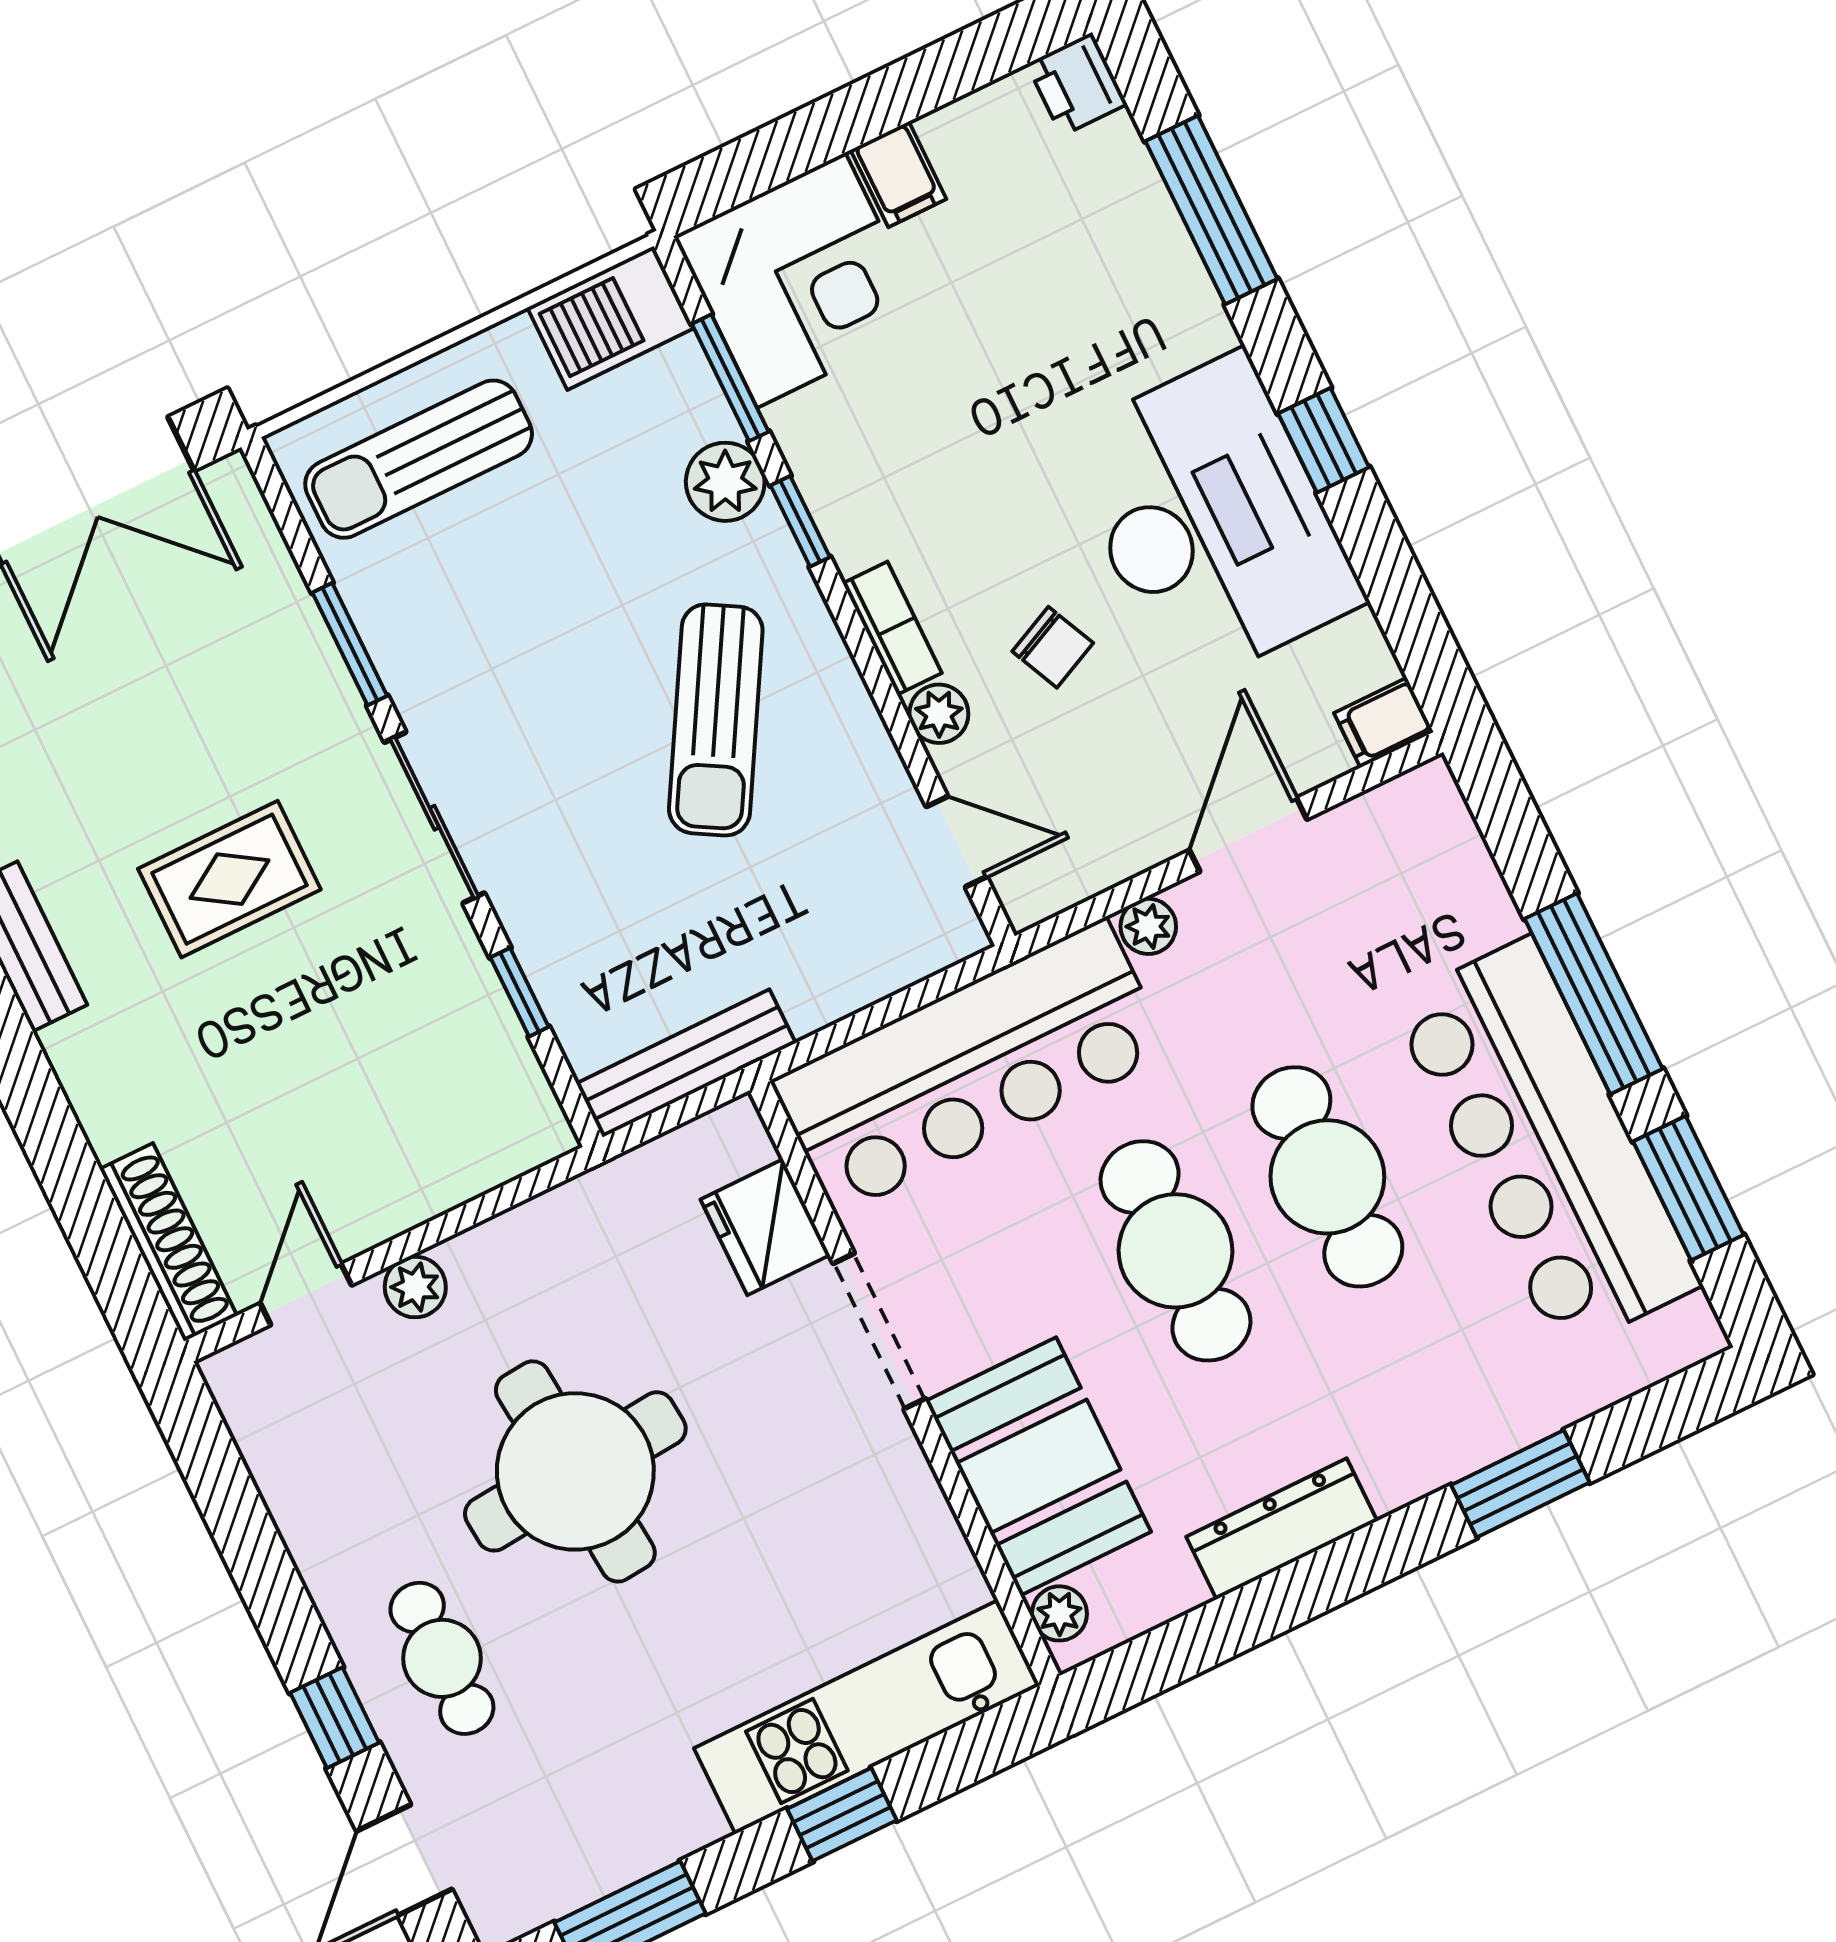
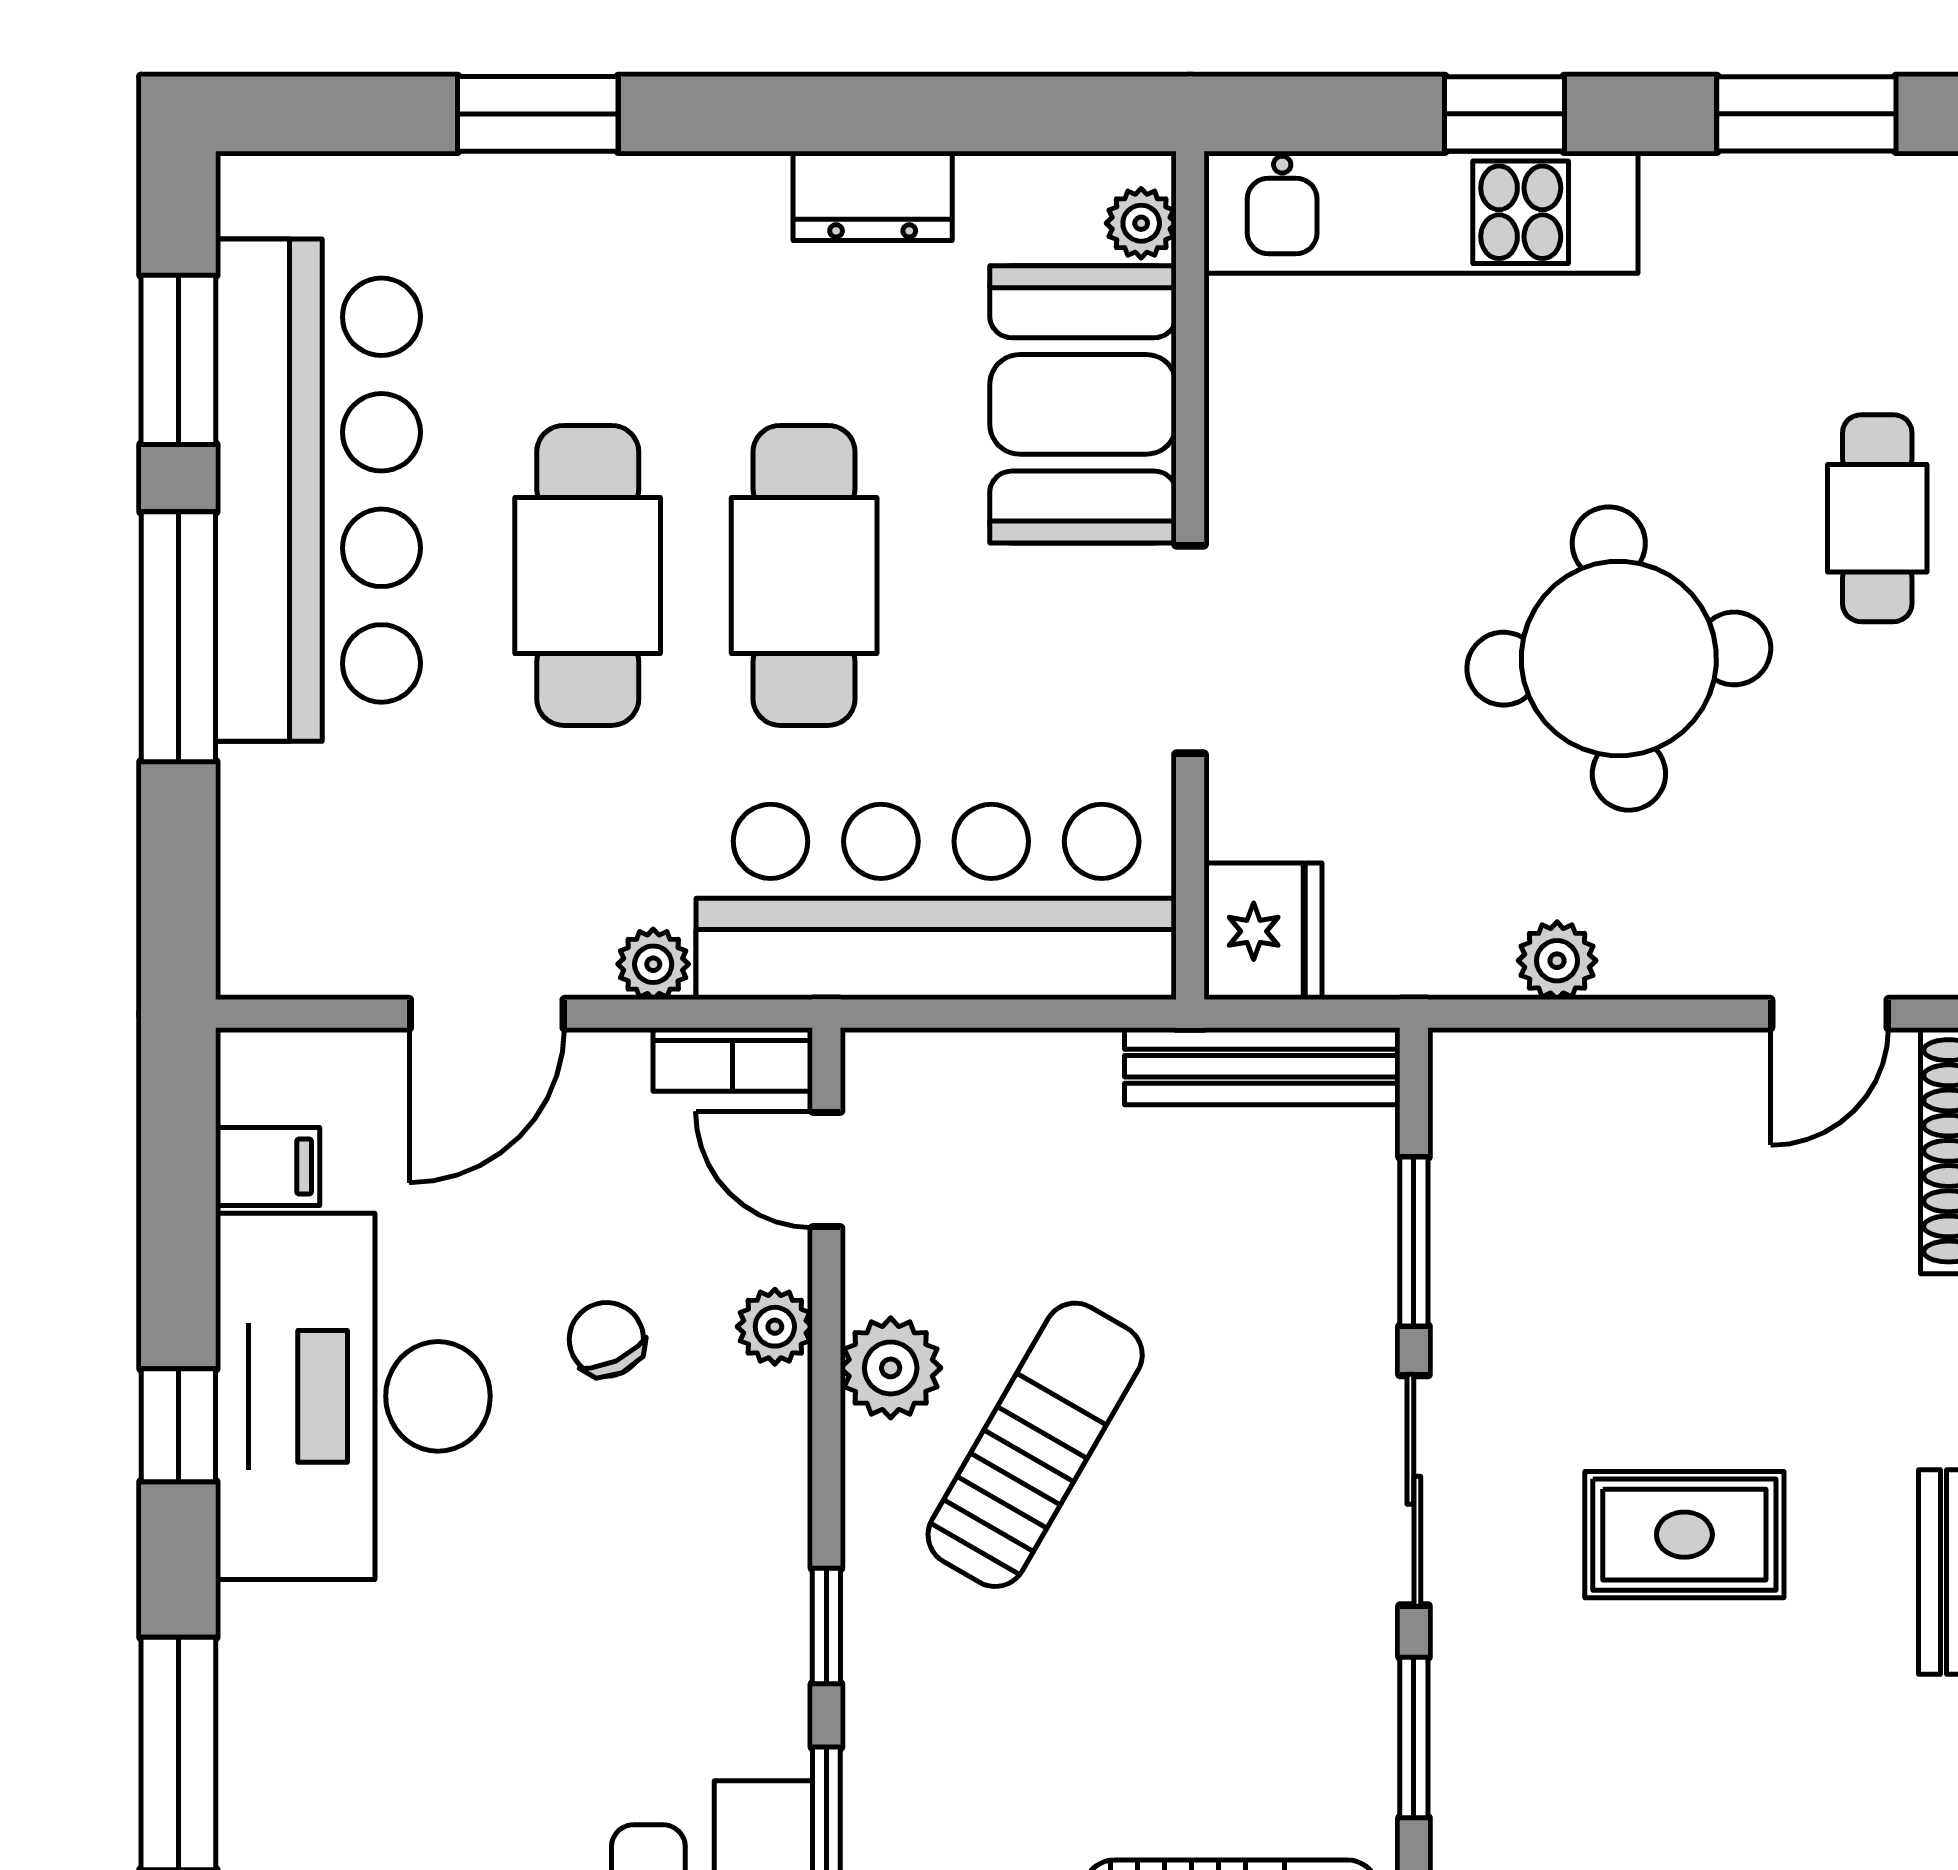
plant: (725, 482) -> (891, 1368), moved
bookcase: (892, 628) -> (733, 1060), moved, turned -90
filing cabinet: (1384, 723) -> (268, 1167), moved
window: (520, 992) -> (1414, 1242), width x1.50
fridge: (765, 1227) -> (1263, 931), moved
plant: (415, 1287) -> (1557, 961), moved
dresser: (1282, 1529) -> (873, 196), width x0.70

